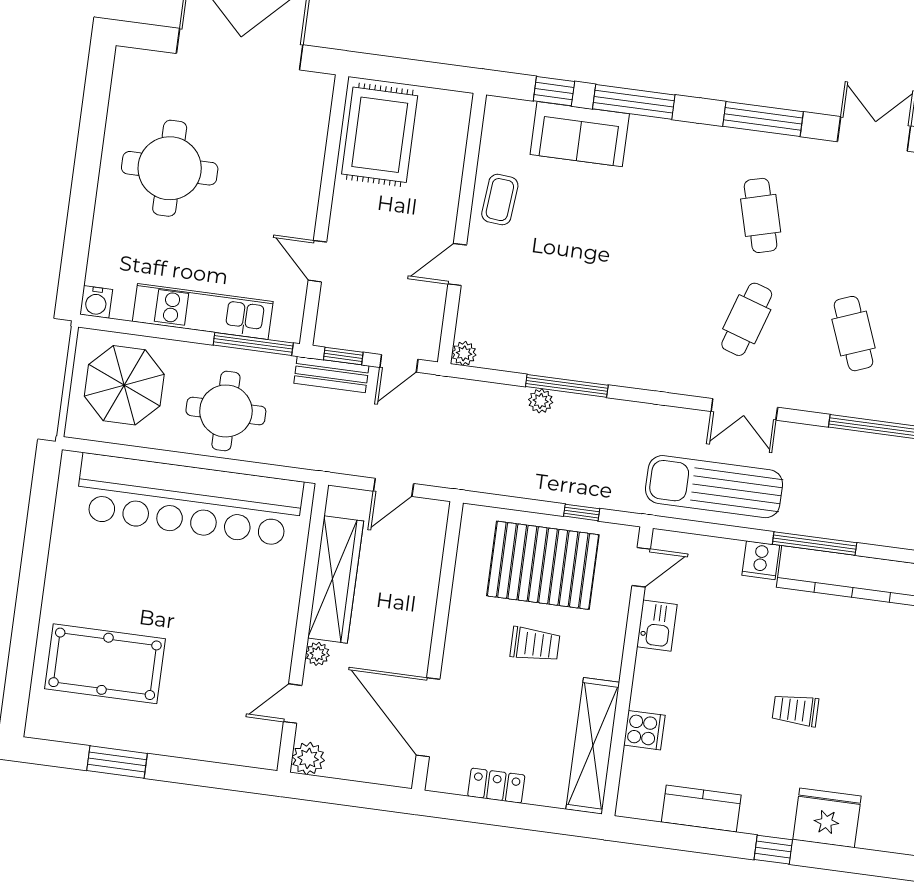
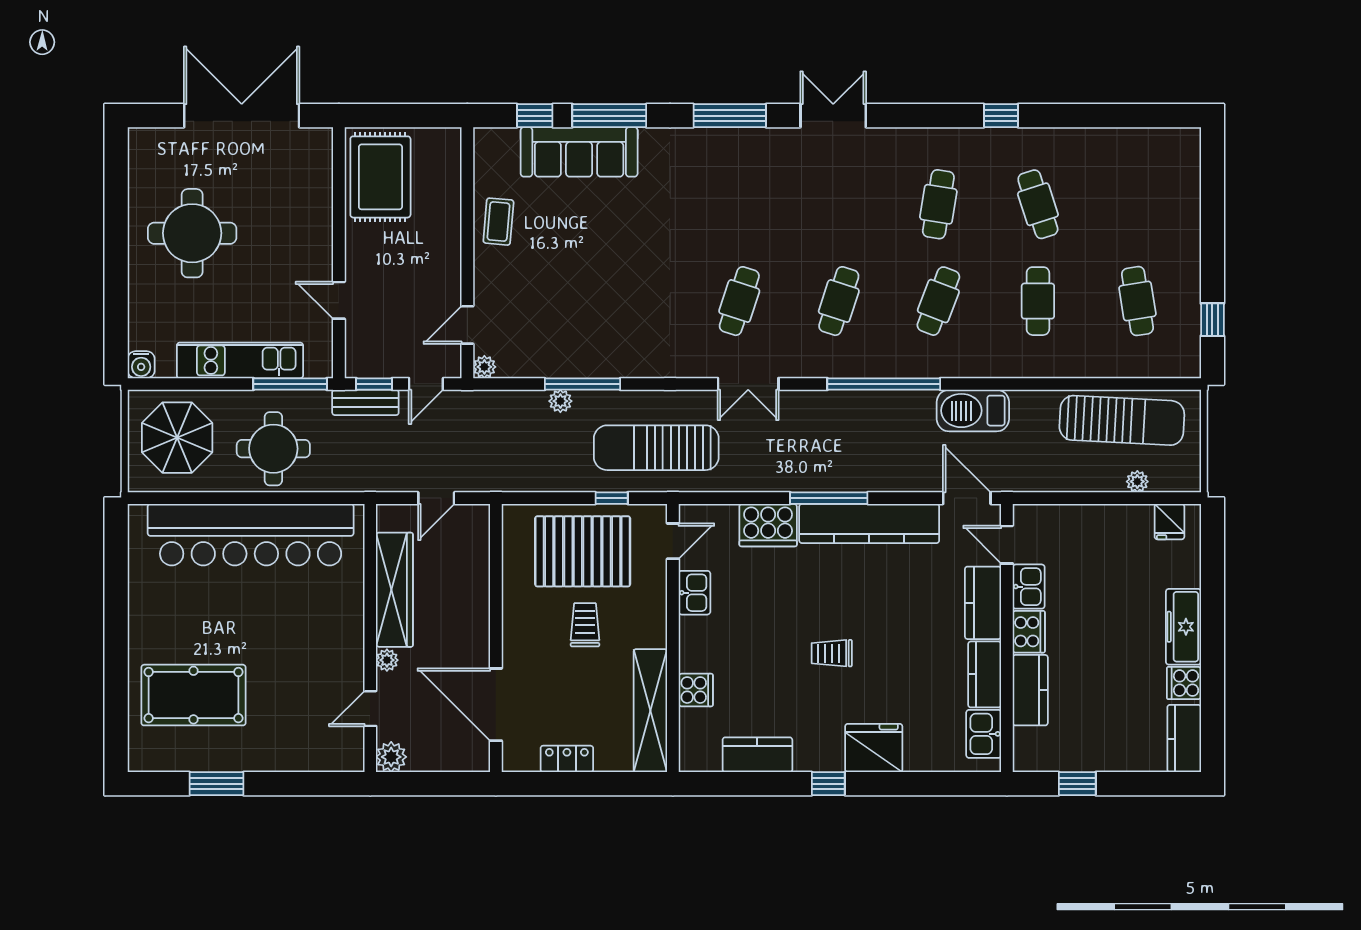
sofa: (580, 134) -> (579, 152), width x1.36
cafe table: (761, 215) -> (739, 204), removed
door: (457, 265) -> (467, 325), moved
cafe table: (854, 334) -> (839, 301), turned 39
sun lounger: (714, 487) -> (656, 448), moved
cooker: (761, 560) -> (768, 525), width x1.87, depth x1.31
trolley: (535, 644) -> (585, 625), turned -90

